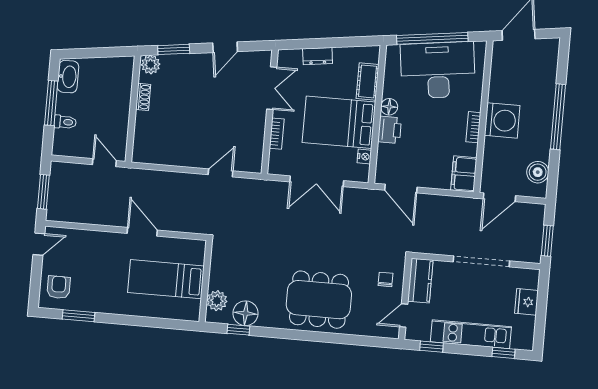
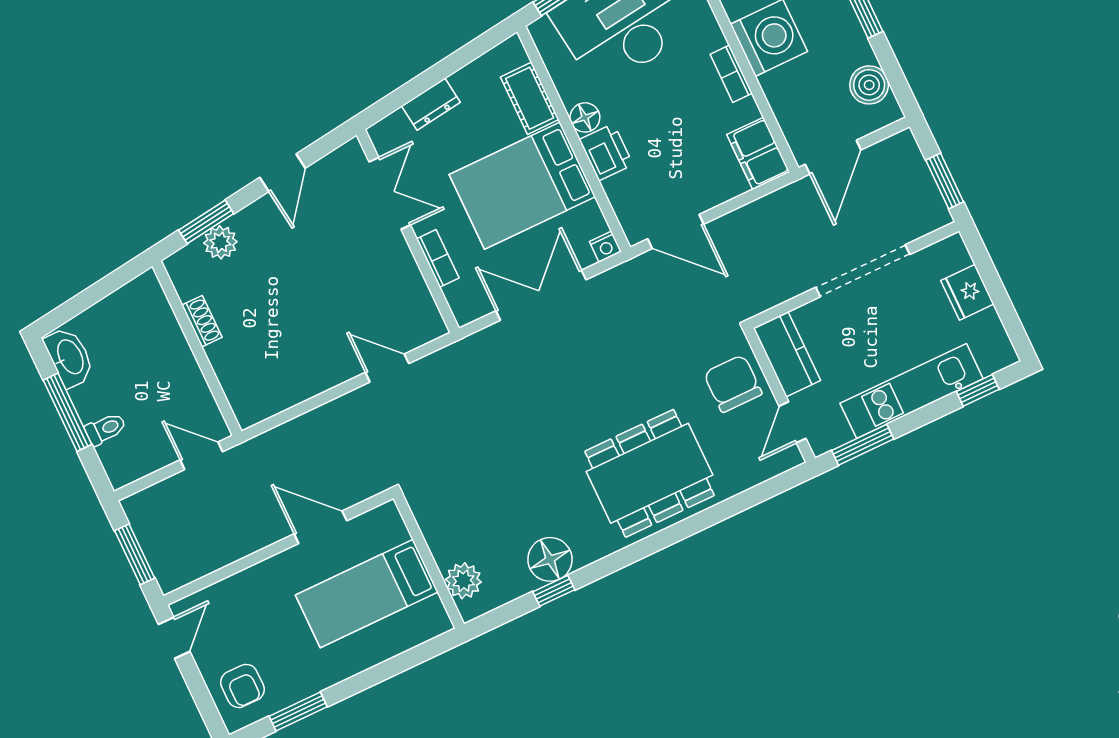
plant: (151, 65) -> (220, 242), moved
nightstand: (364, 156) -> (605, 247), moved, turned 90
door: (220, 173) -> (387, 368), hinge flipped
double door: (317, 181) -> (541, 295), swing flipped
bed: (166, 279) -> (367, 593), moved
chair: (385, 279) -> (733, 383), width x1.87, depth x1.87
wall: (206, 281) -> (429, 561), moved
armchair: (59, 287) -> (242, 686), turned 180
plant: (217, 301) -> (463, 581), moved
window: (432, 347) -> (863, 445), width x1.50

